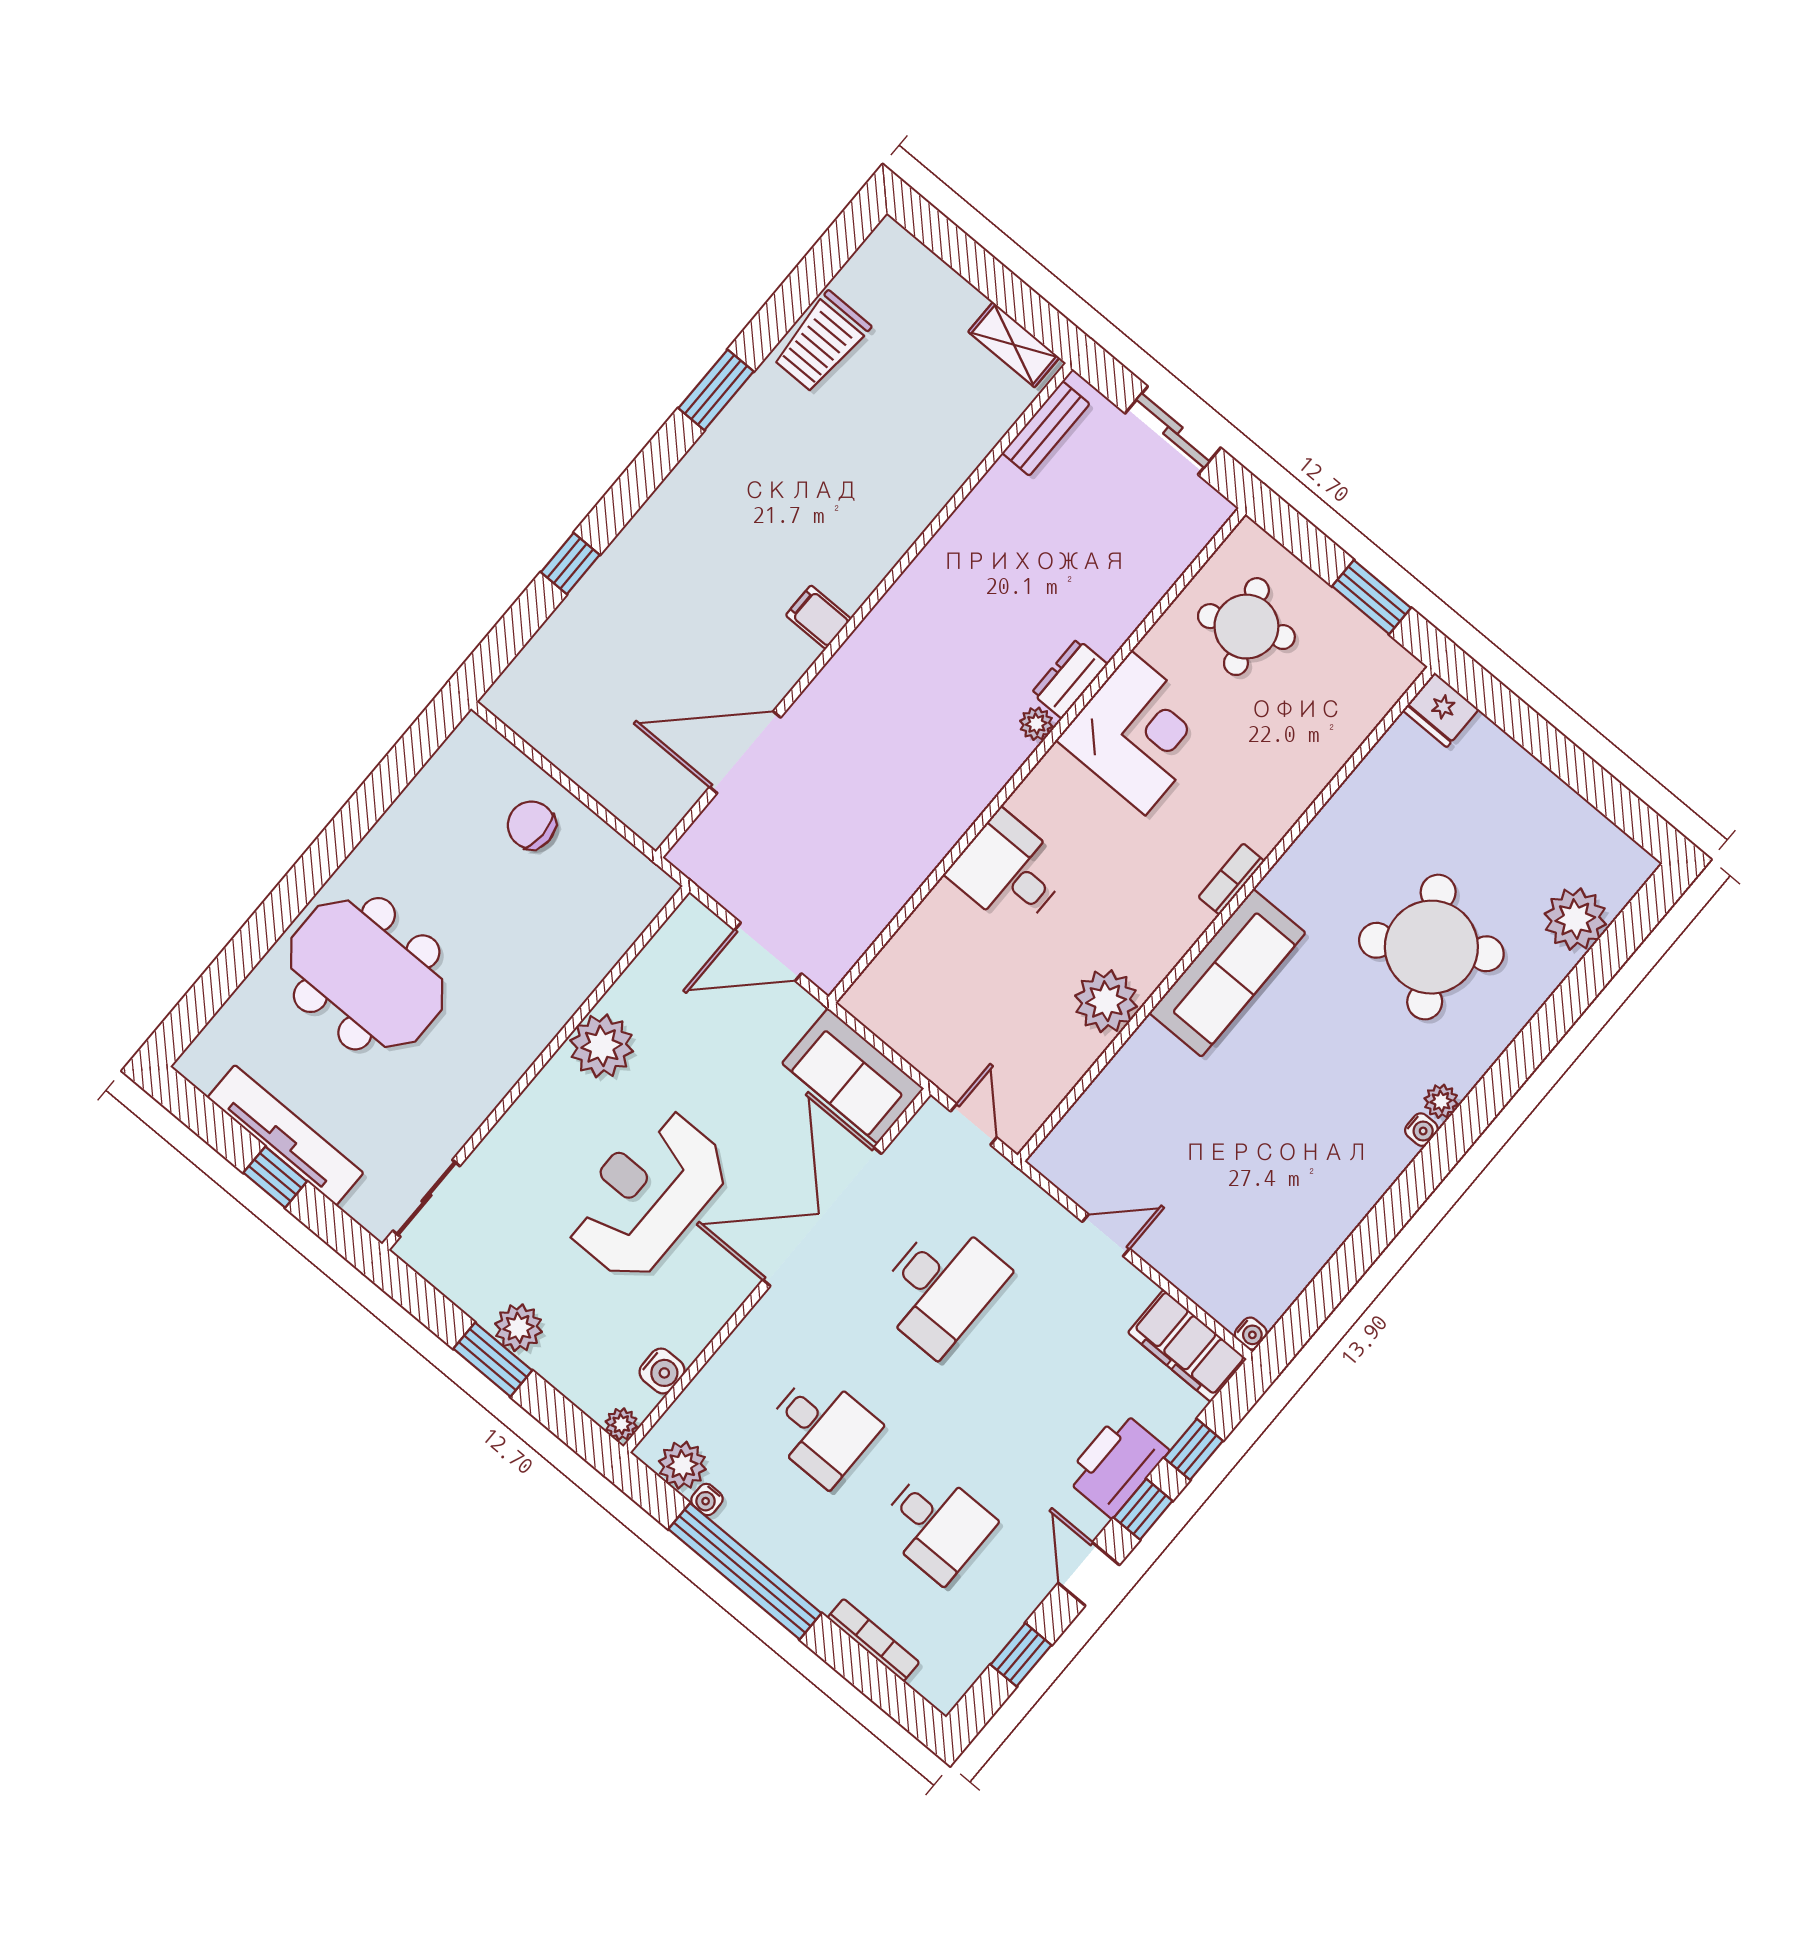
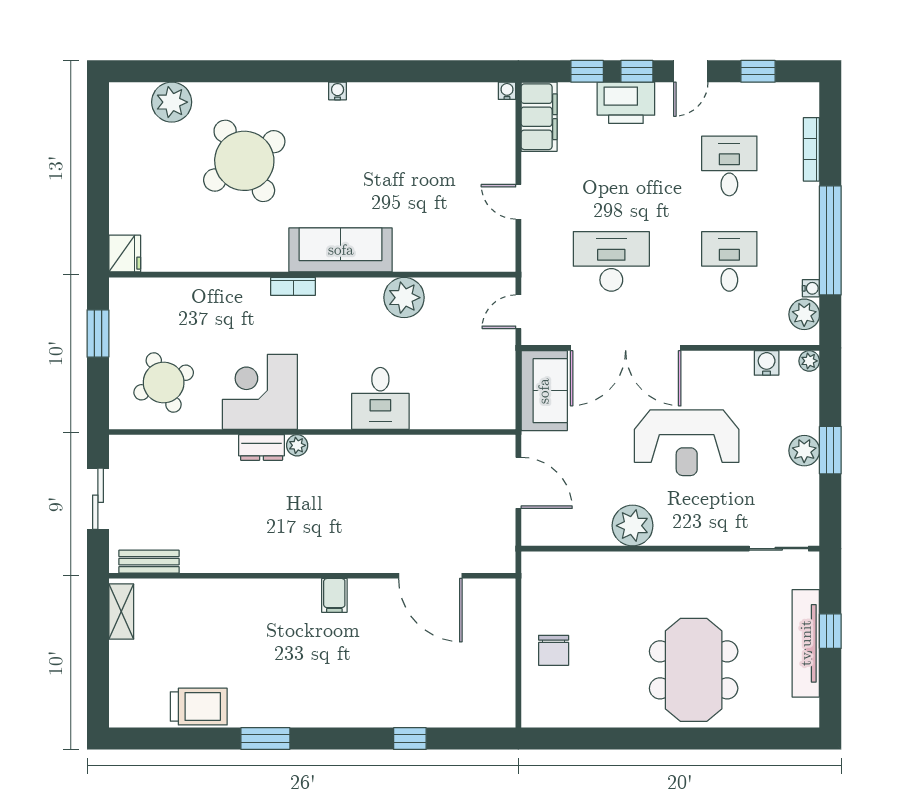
plant: (1441, 1101) -> (316, 93), removed

